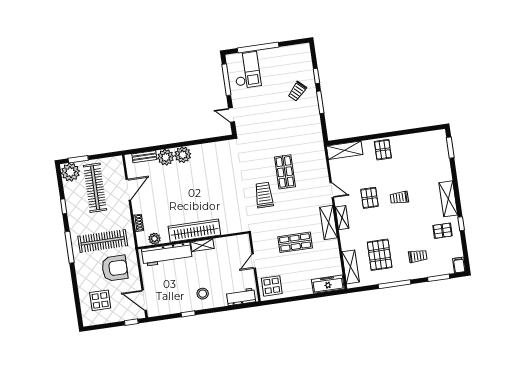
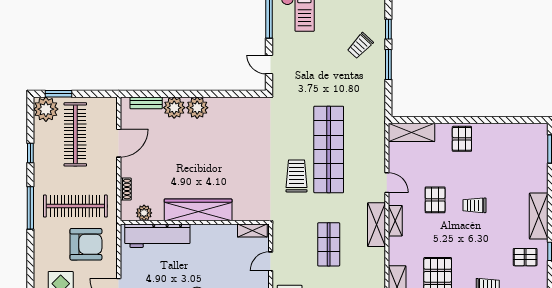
shop shelf: (285, 172) -> (329, 149), width x2.00, depth x1.36
shop shelf: (295, 242) -> (329, 244), turned 90
shelving: (202, 245) -> (252, 231), moved

